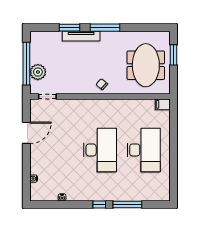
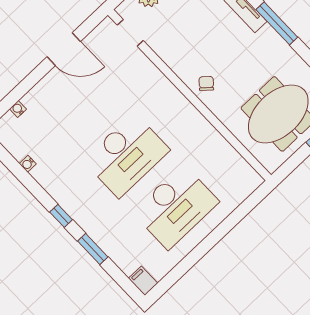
filing cabinet: (163, 104) -> (143, 281), moved
window: (127, 205) -> (93, 249), width x0.69

